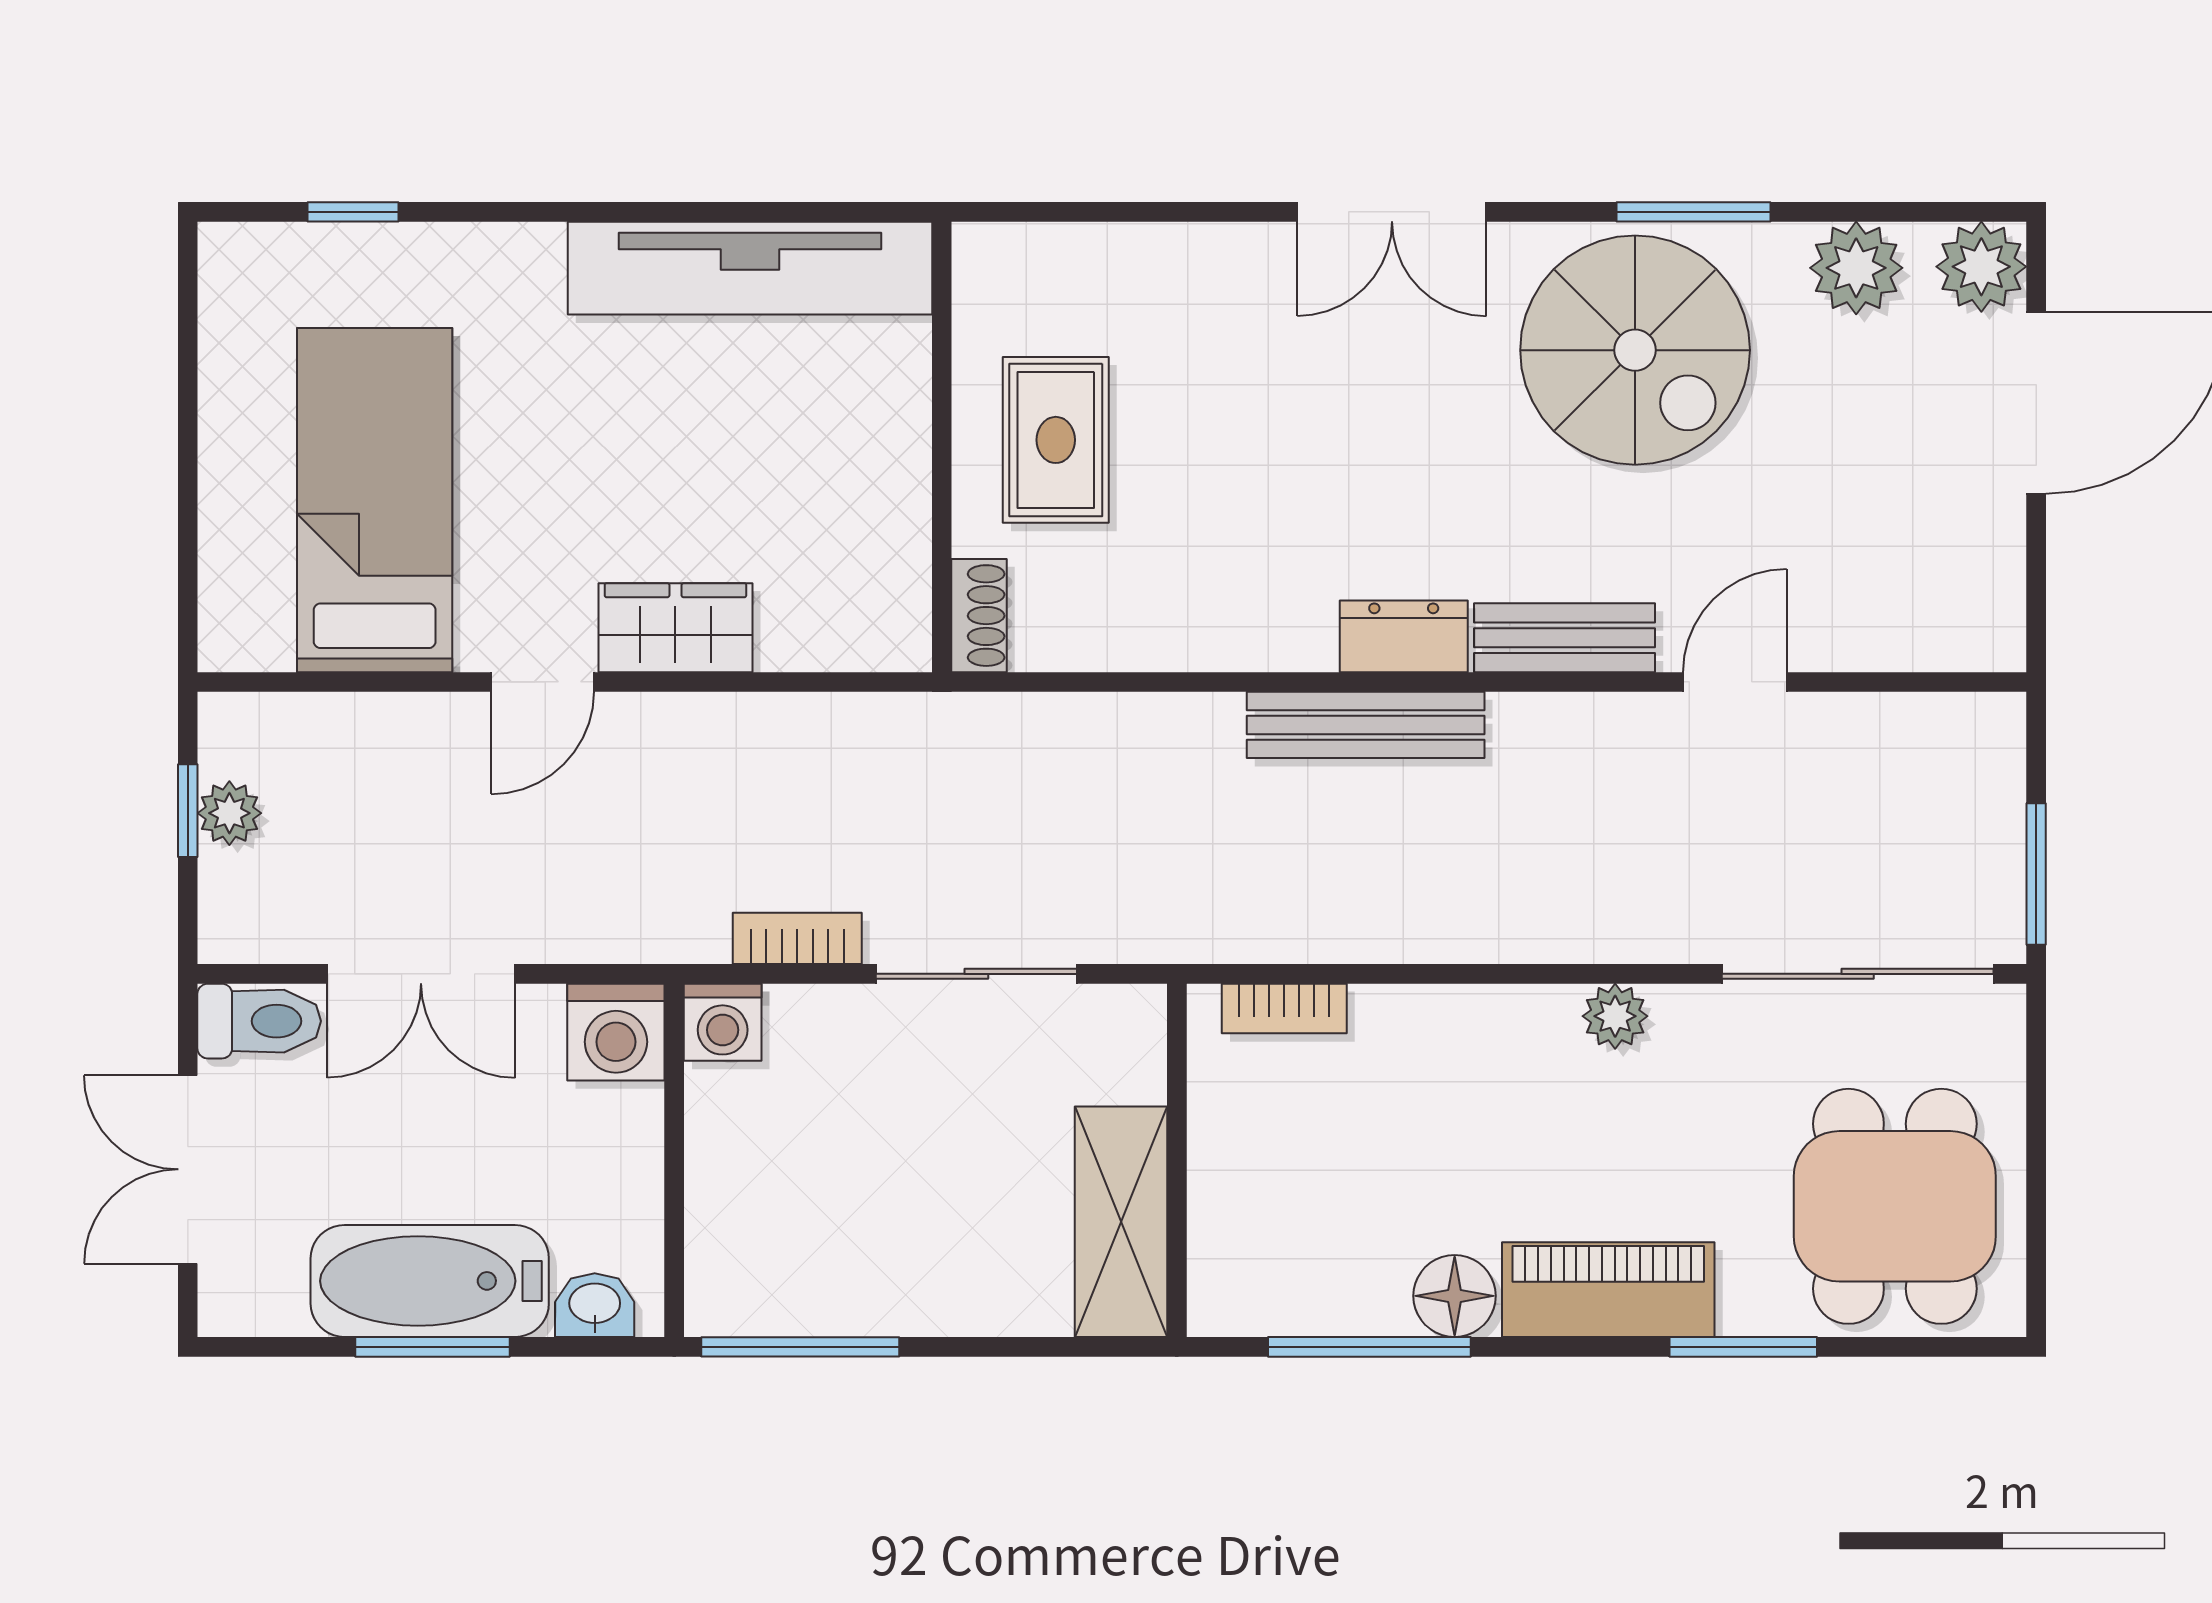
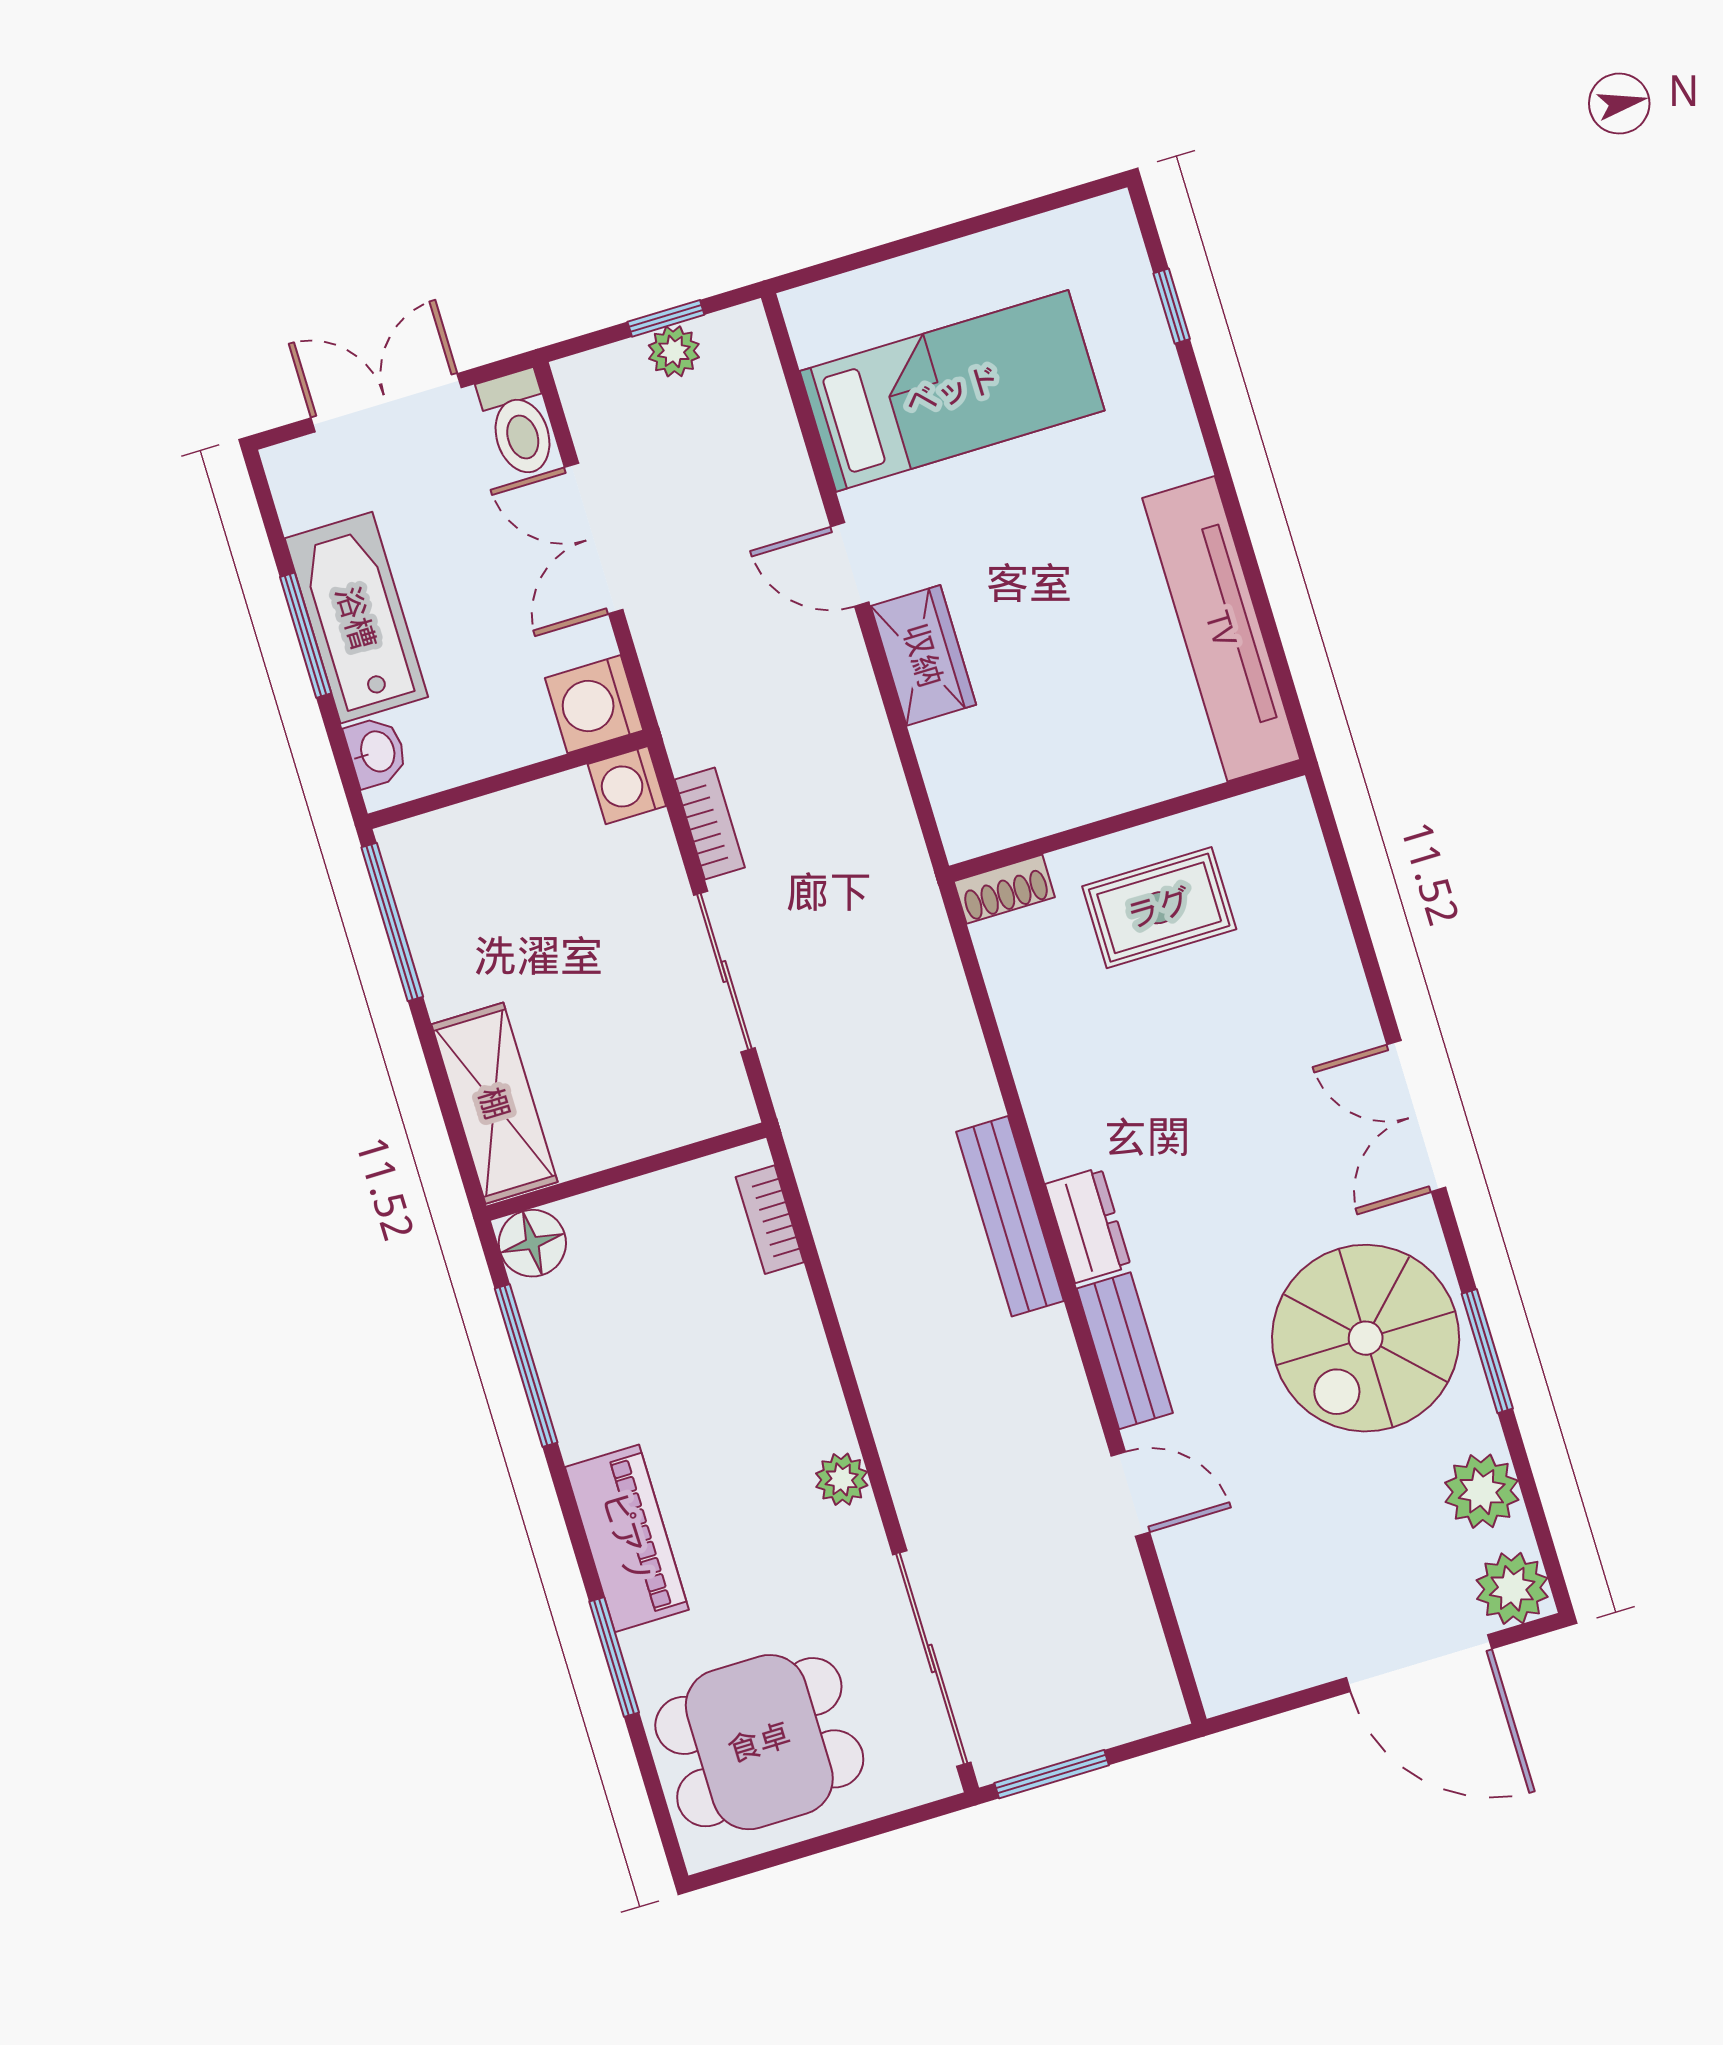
shelving: (1121, 1222) -> (494, 1103), moved, turned 90
floor lamp: (1455, 1296) -> (532, 1243), moved

